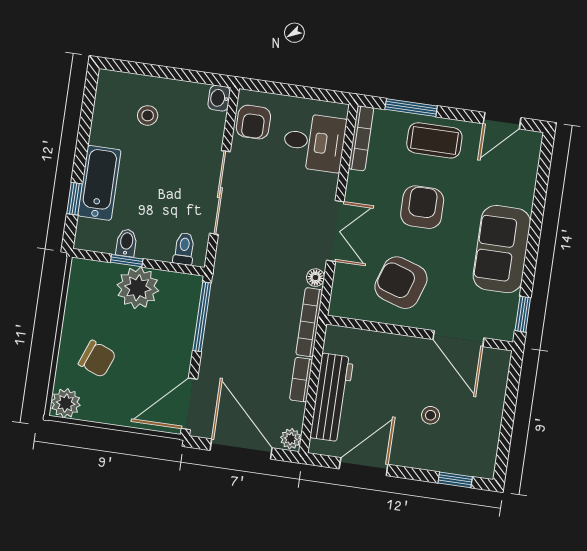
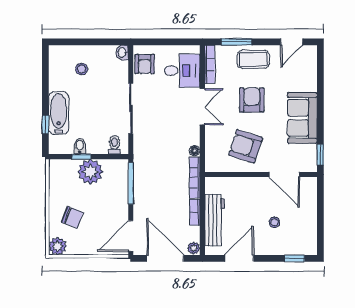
double door: (335, 231) -> (202, 107), moved

